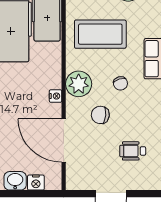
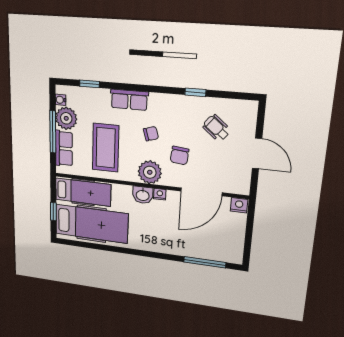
wheelchair: (133, 151) -> (216, 128), turned 129
washbasin: (15, 181) -> (143, 195), moved, turned -90
nightstand: (36, 183) -> (239, 205), moved, turned -90

